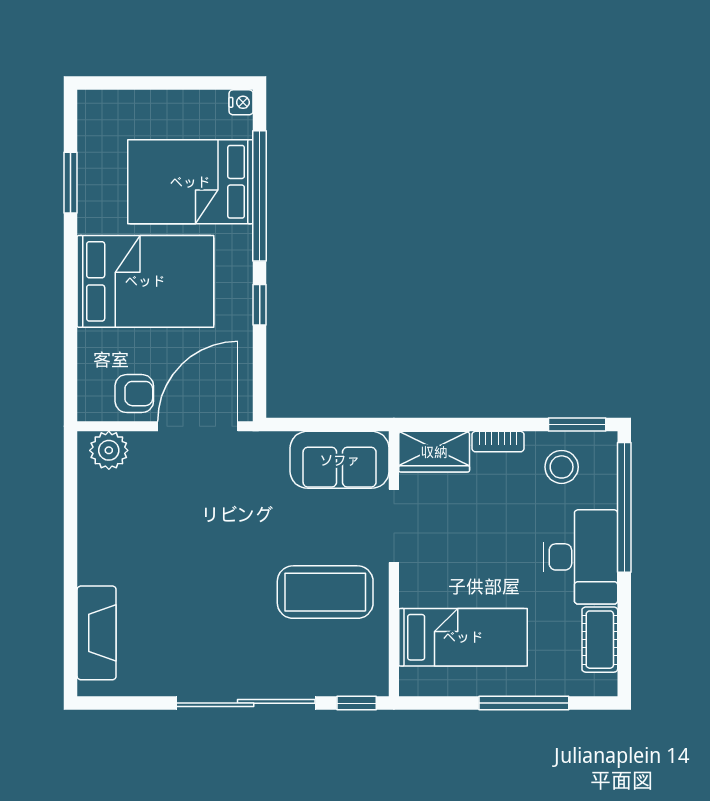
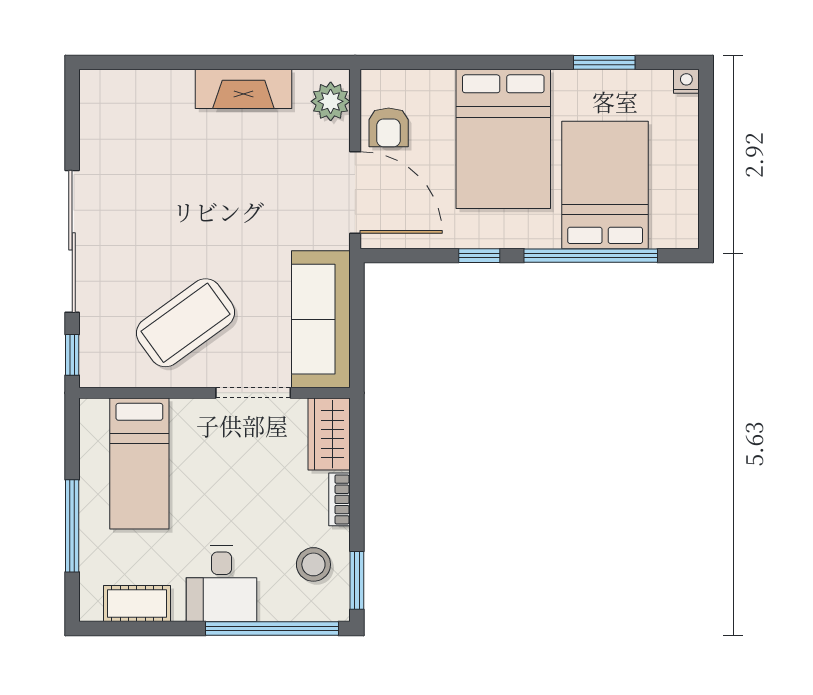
nightstand: (241, 102) -> (686, 81), moved, turned 180
sofa: (340, 460) -> (321, 319), width x1.36
desk: (580, 557) -> (221, 584), width x0.73
coffee table: (325, 592) -> (186, 323), turned 54
fireplace: (97, 633) -> (243, 89), moved

